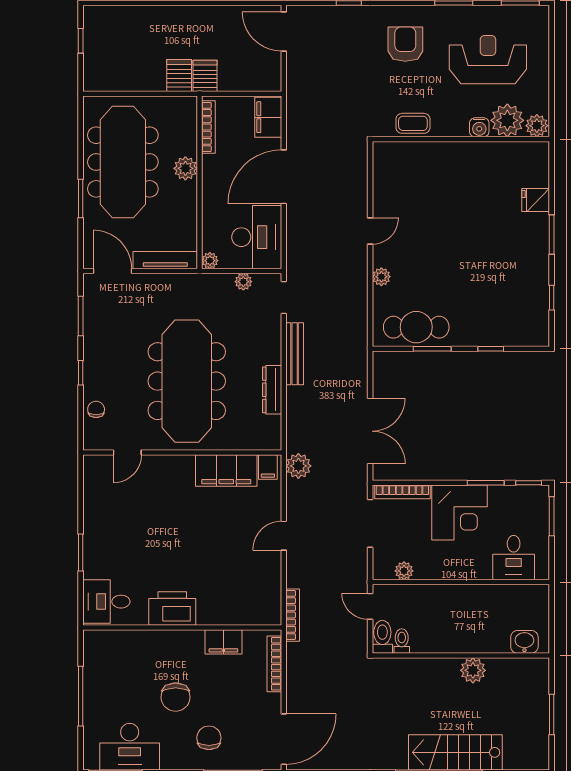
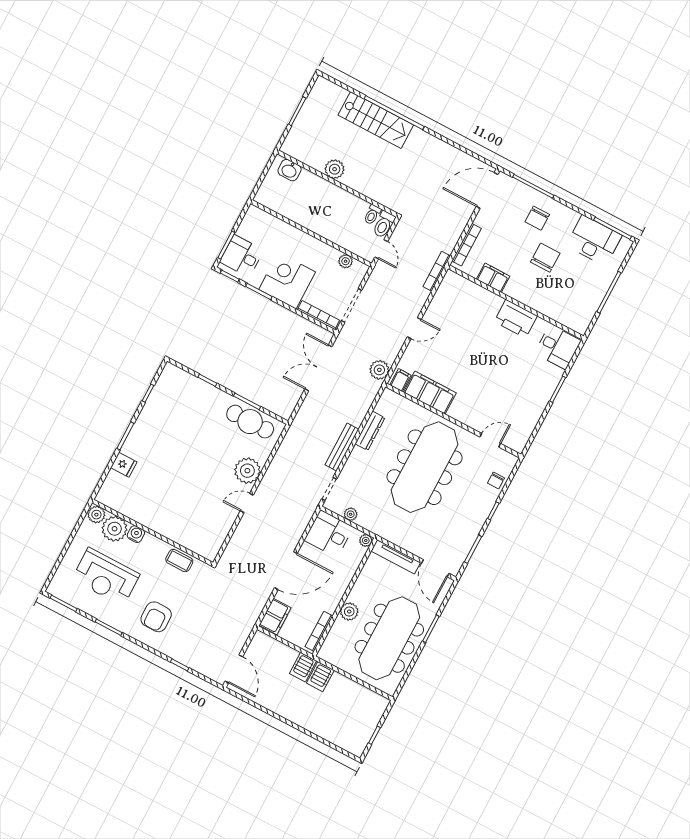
desk: (257, 237) -> (329, 534), width x0.73
plant: (381, 277) -> (247, 471), width x1.88, depth x1.88
desk: (514, 558) -> (242, 256), moved, turned -90

